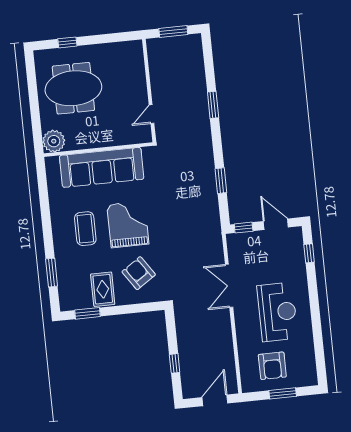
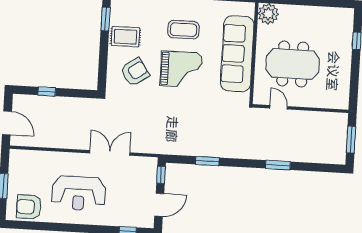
meeting table: (73, 88) -> (293, 64), moved, turned 90
armchair: (272, 366) -> (29, 207), moved

